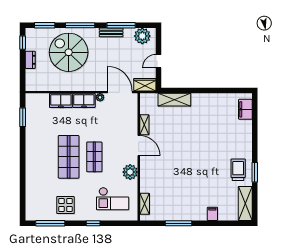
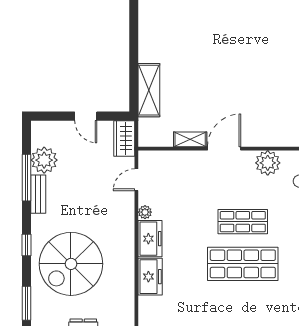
window: (80, 25) -> (27, 245), width x0.46
plant: (142, 36) -> (44, 160), moved
door: (120, 92) -> (136, 180), width x0.53

